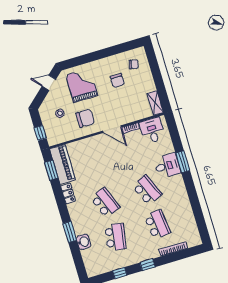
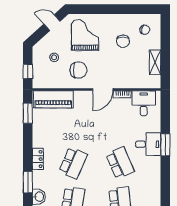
shelving: (155, 103) -> (155, 62), moved
door: (112, 129) -> (103, 90), hinge flipped
piano: (63, 164) -> (53, 99), moved, turned 90
locker: (68, 193) -> (38, 159), moved
school desk: (105, 203) -> (73, 163), turned 45

